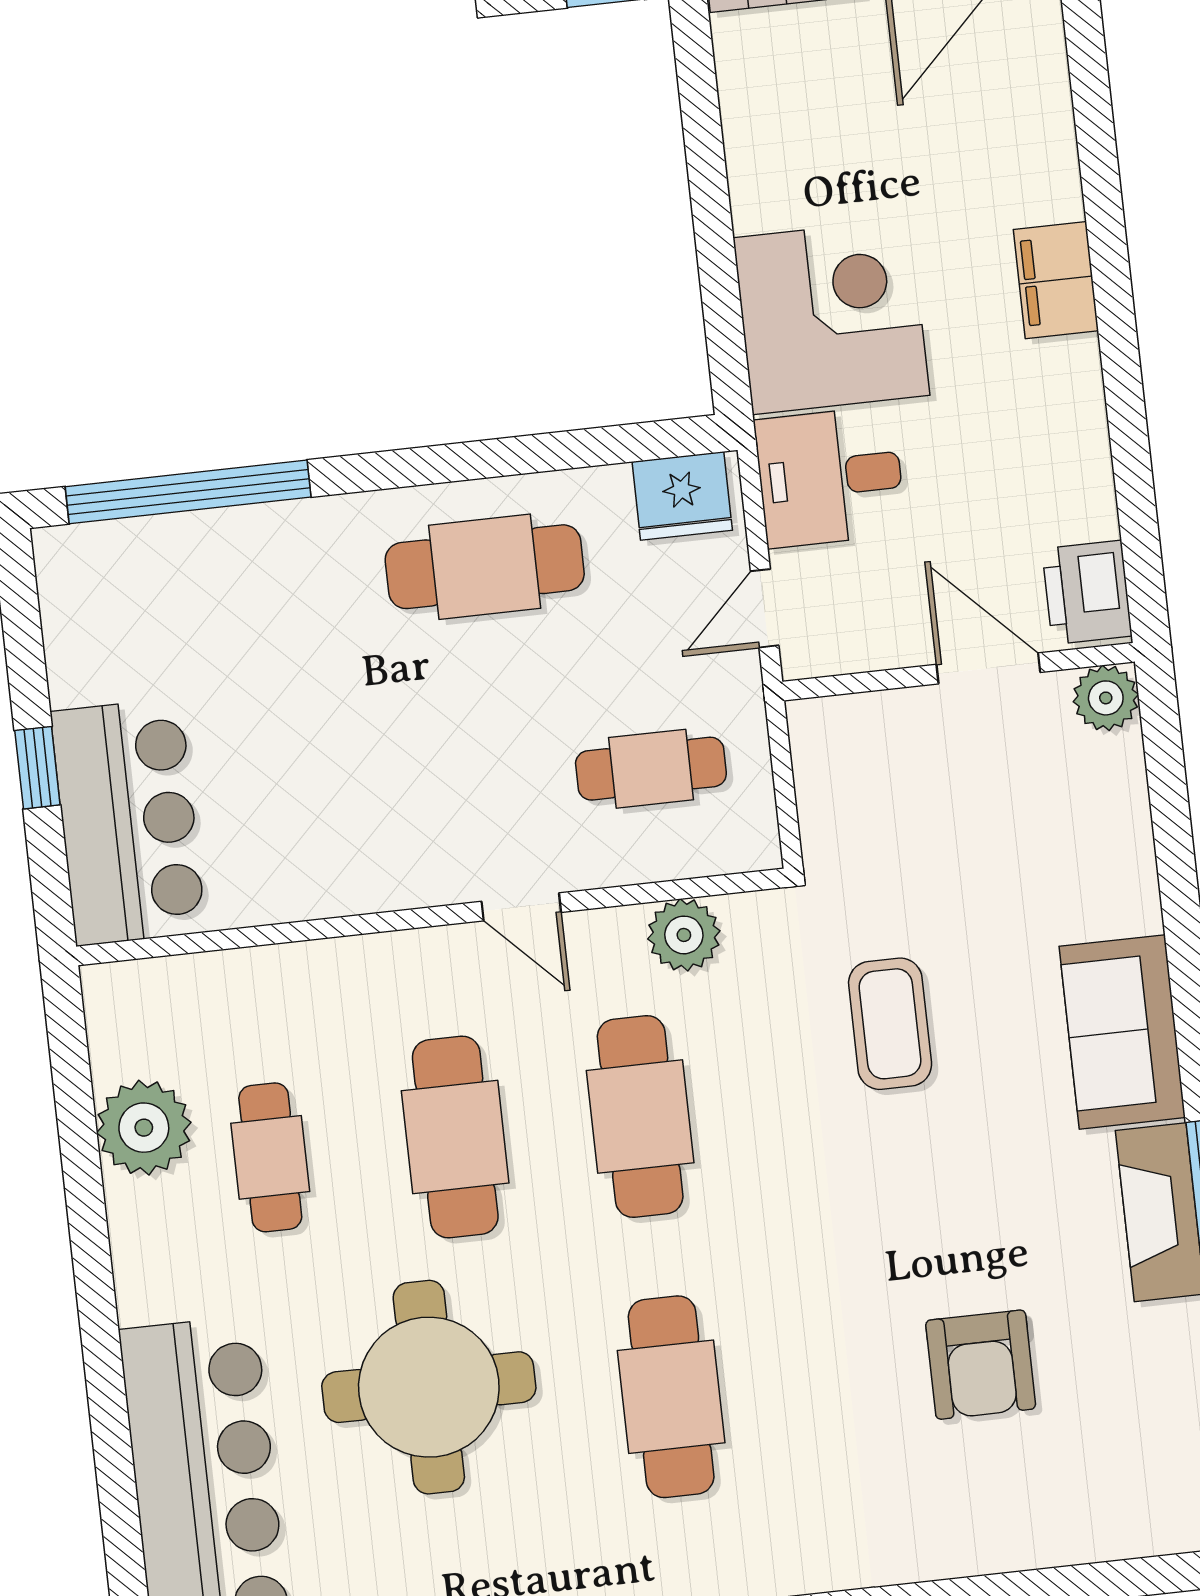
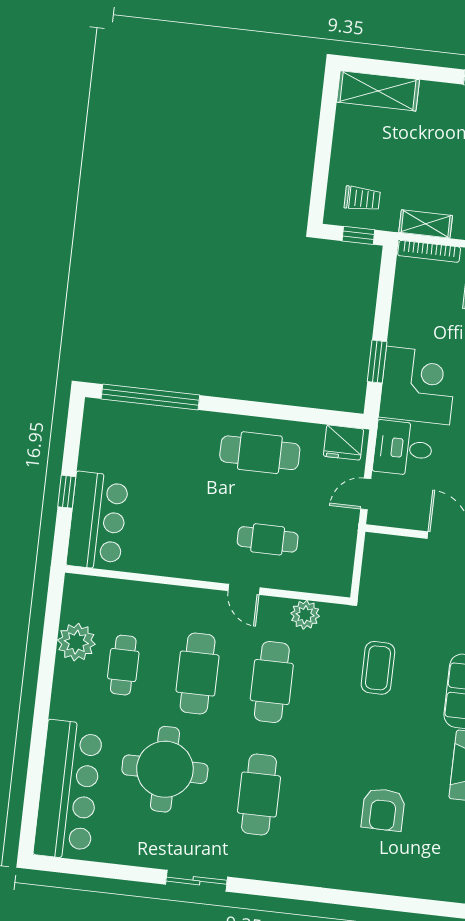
window: (719, 281) -> (377, 362), added
cafe table: (651, 769) -> (268, 539), moved

